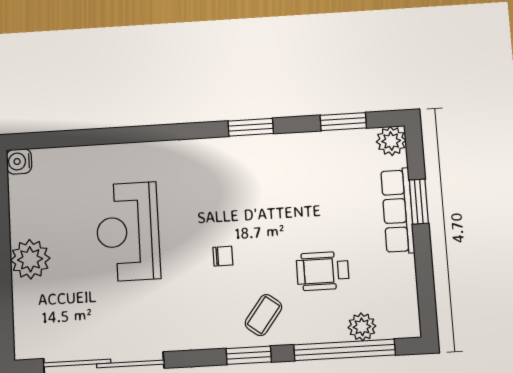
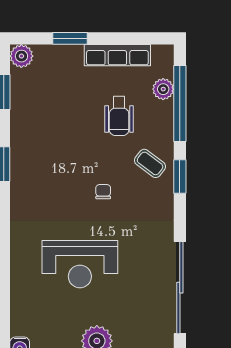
row of seats: (398, 211) -> (117, 55), moved

